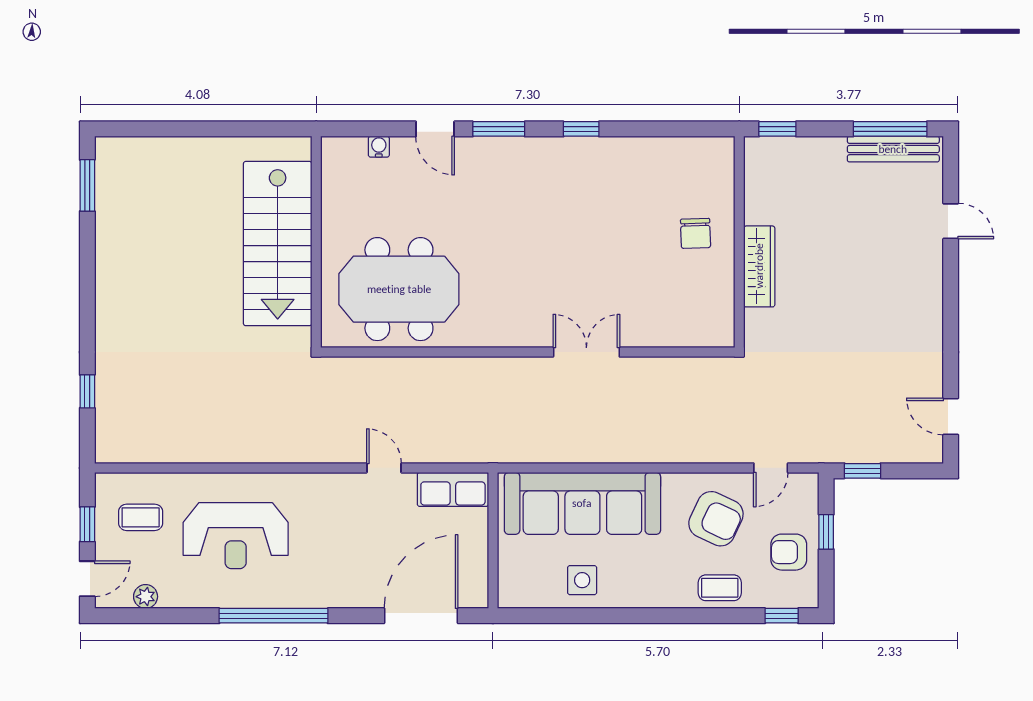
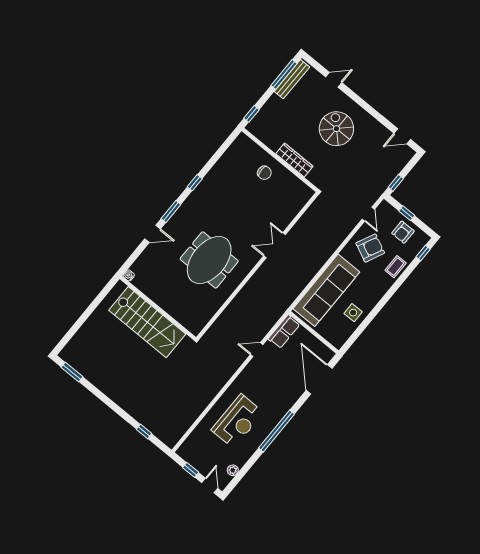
water cooler: (379, 147) -> (129, 275), moved
meeting table: (399, 289) -> (209, 260), moved
spiral stairs: (871, 294) -> (336, 129), added
coffee table: (141, 517) -> (204, 449), removed

